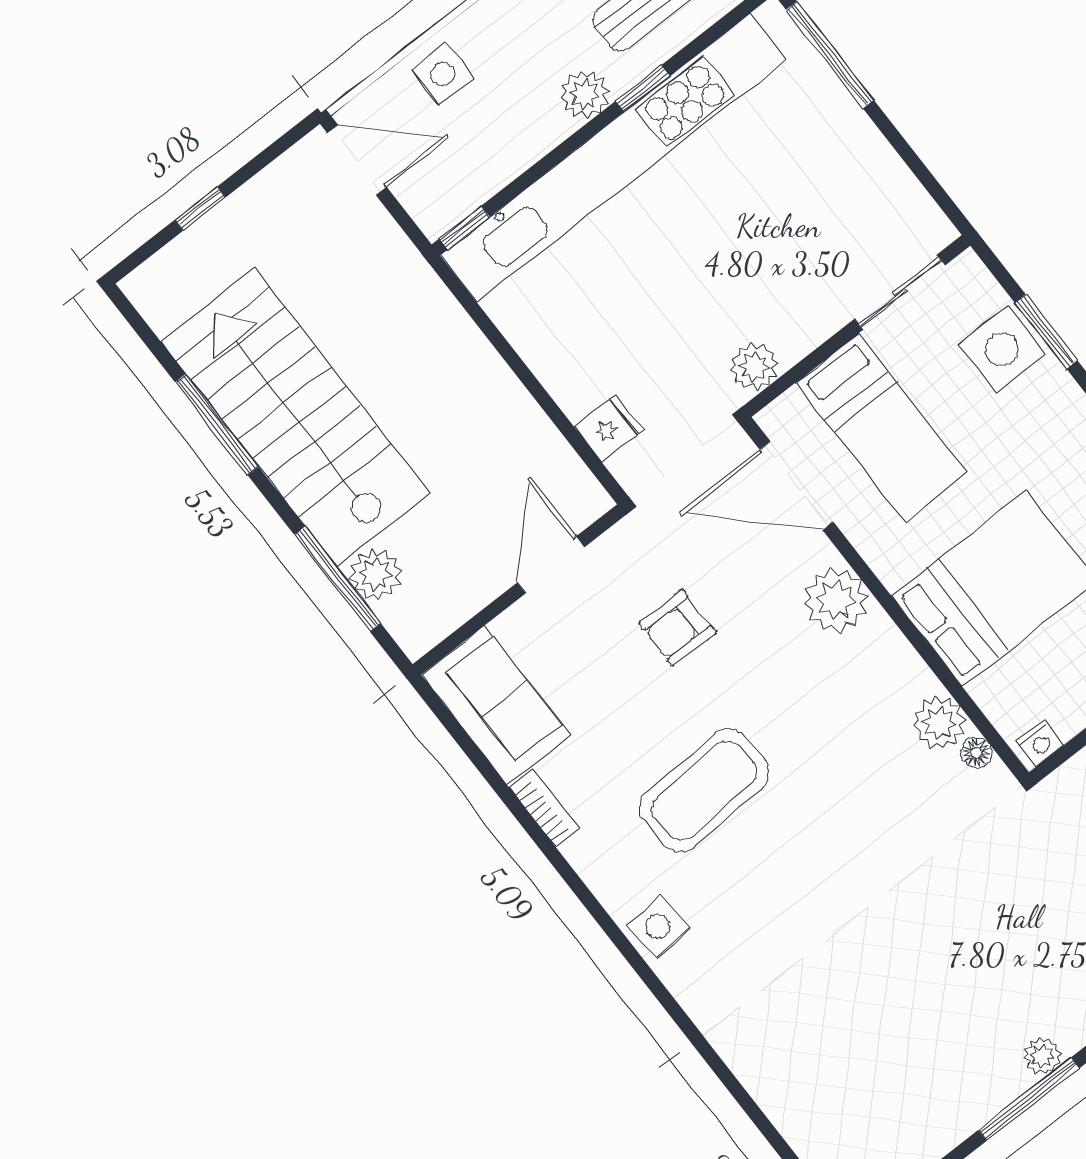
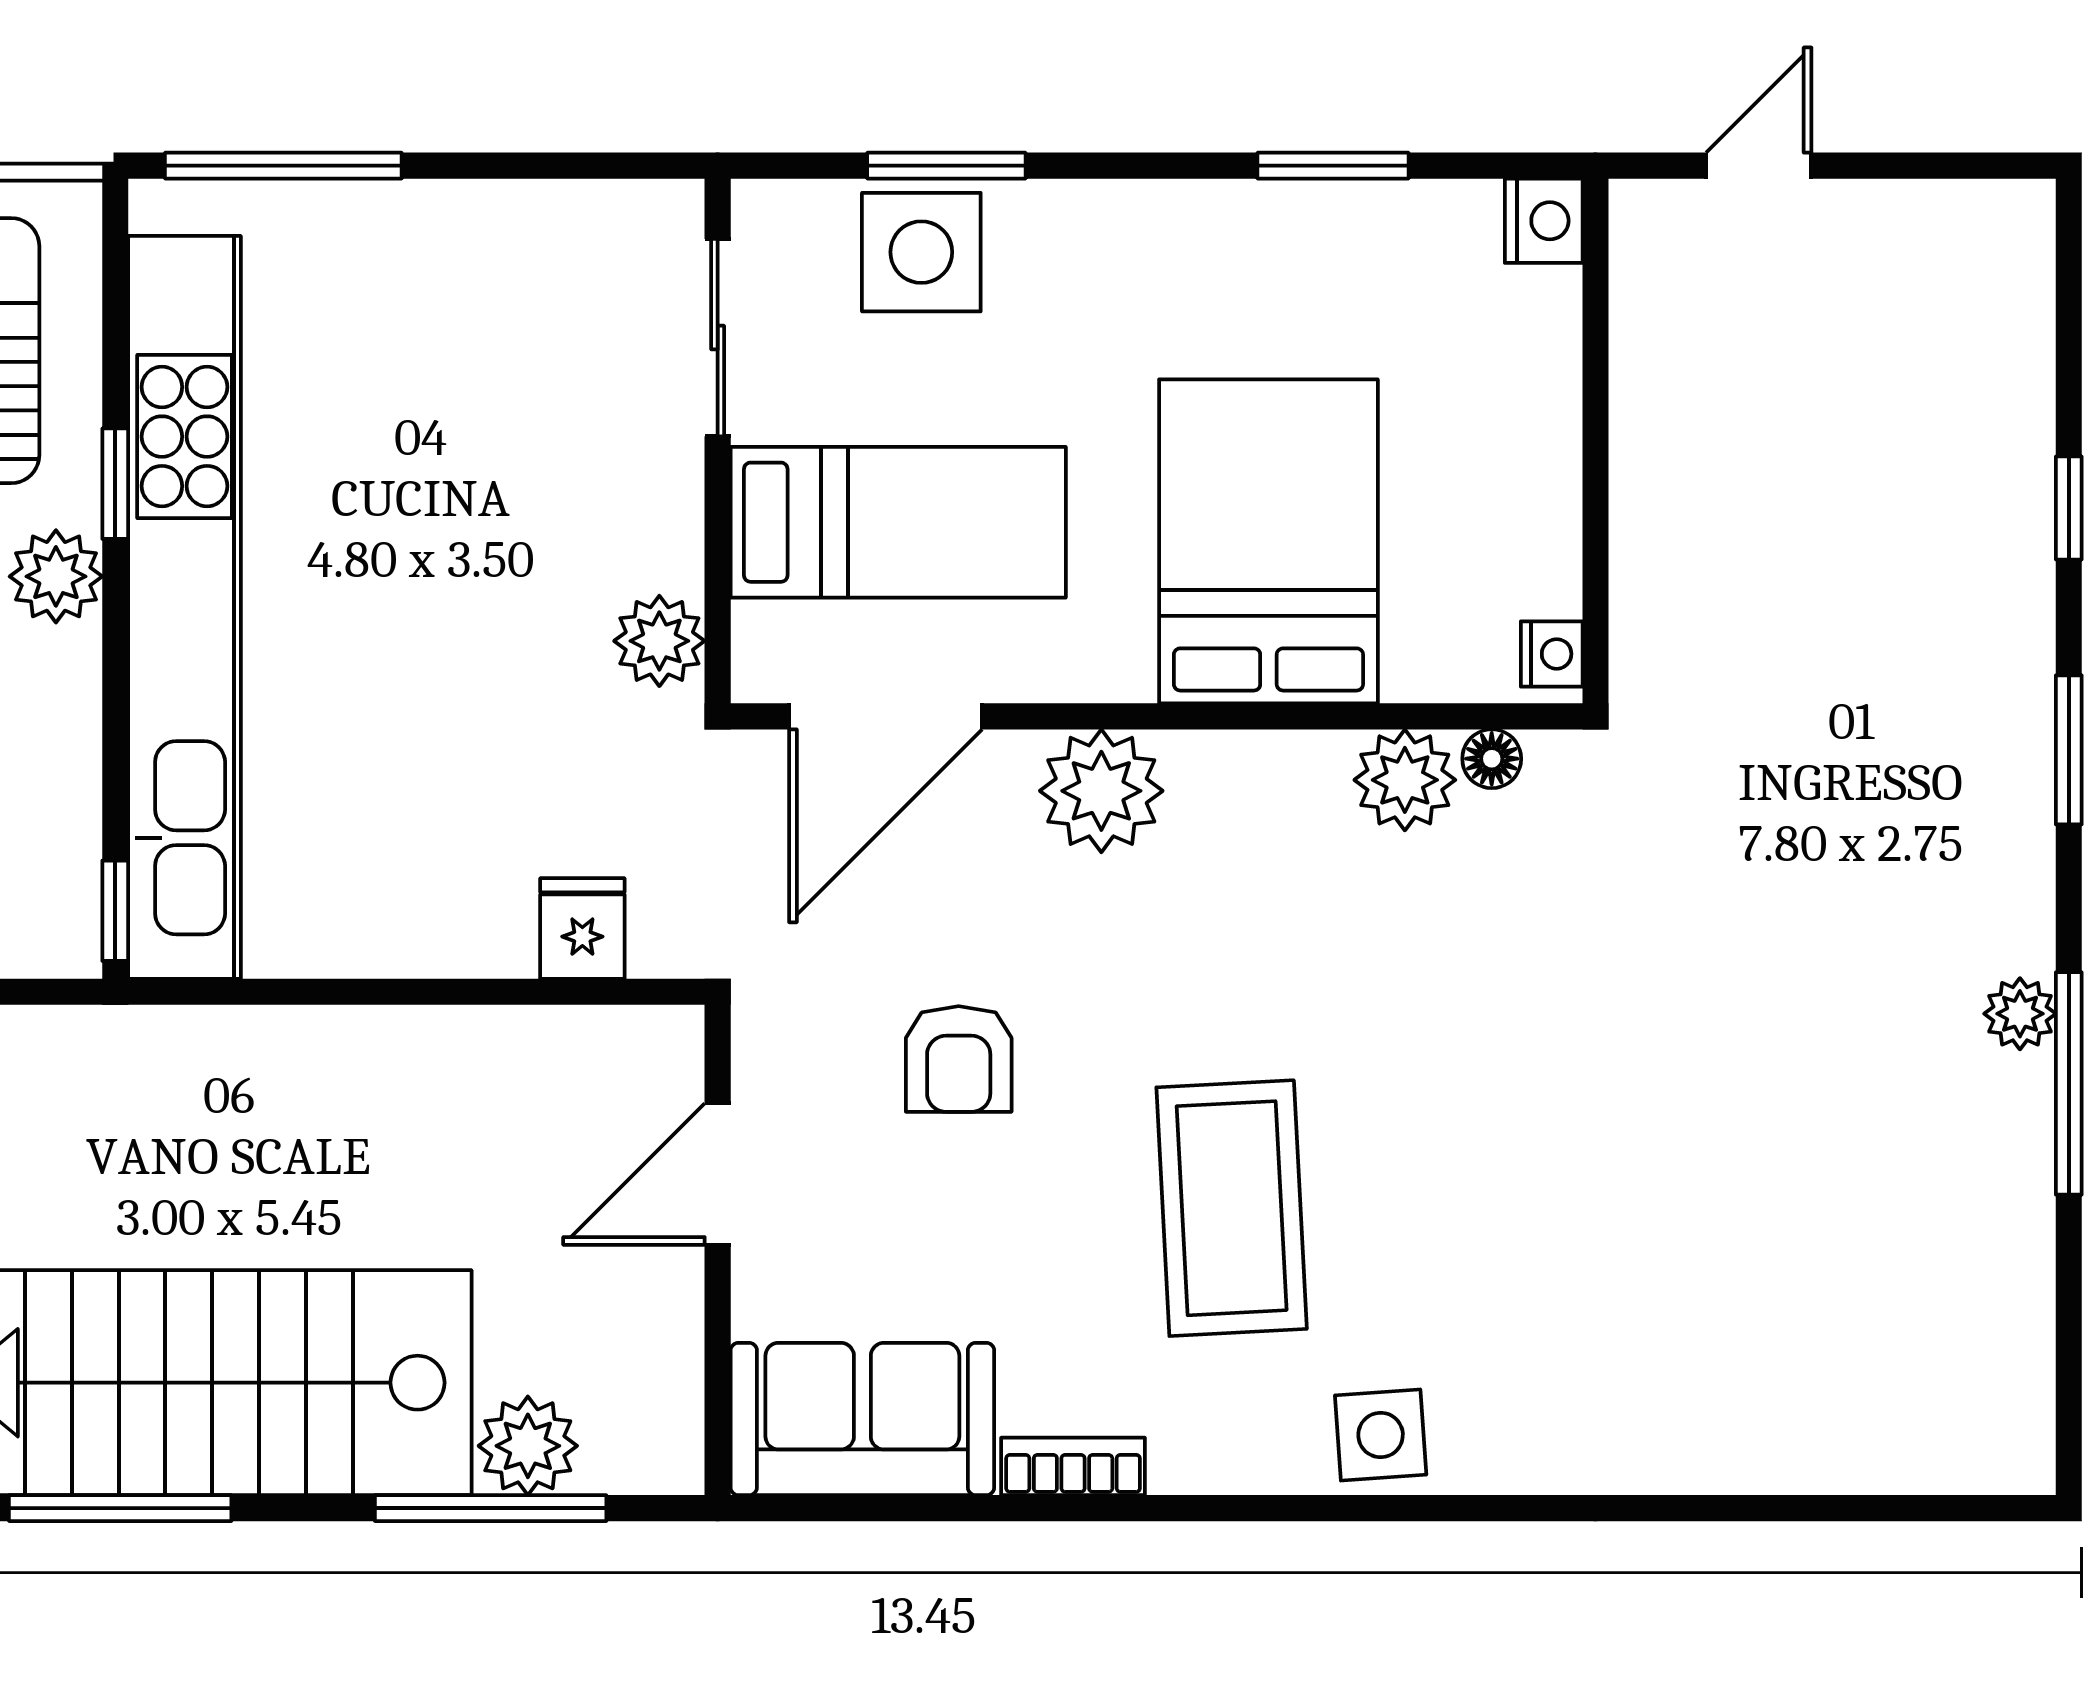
door: (551, 565) -> (718, 1174), hinge flipped

